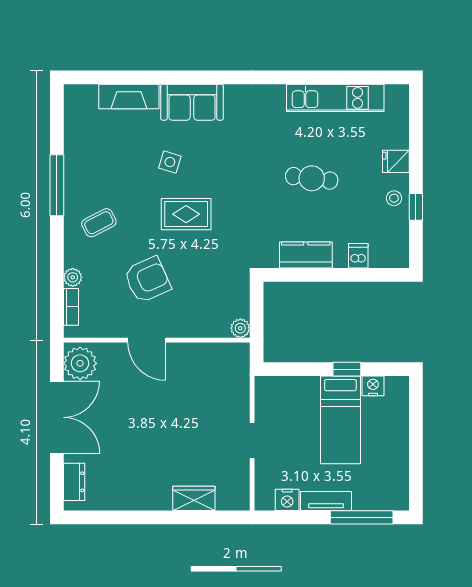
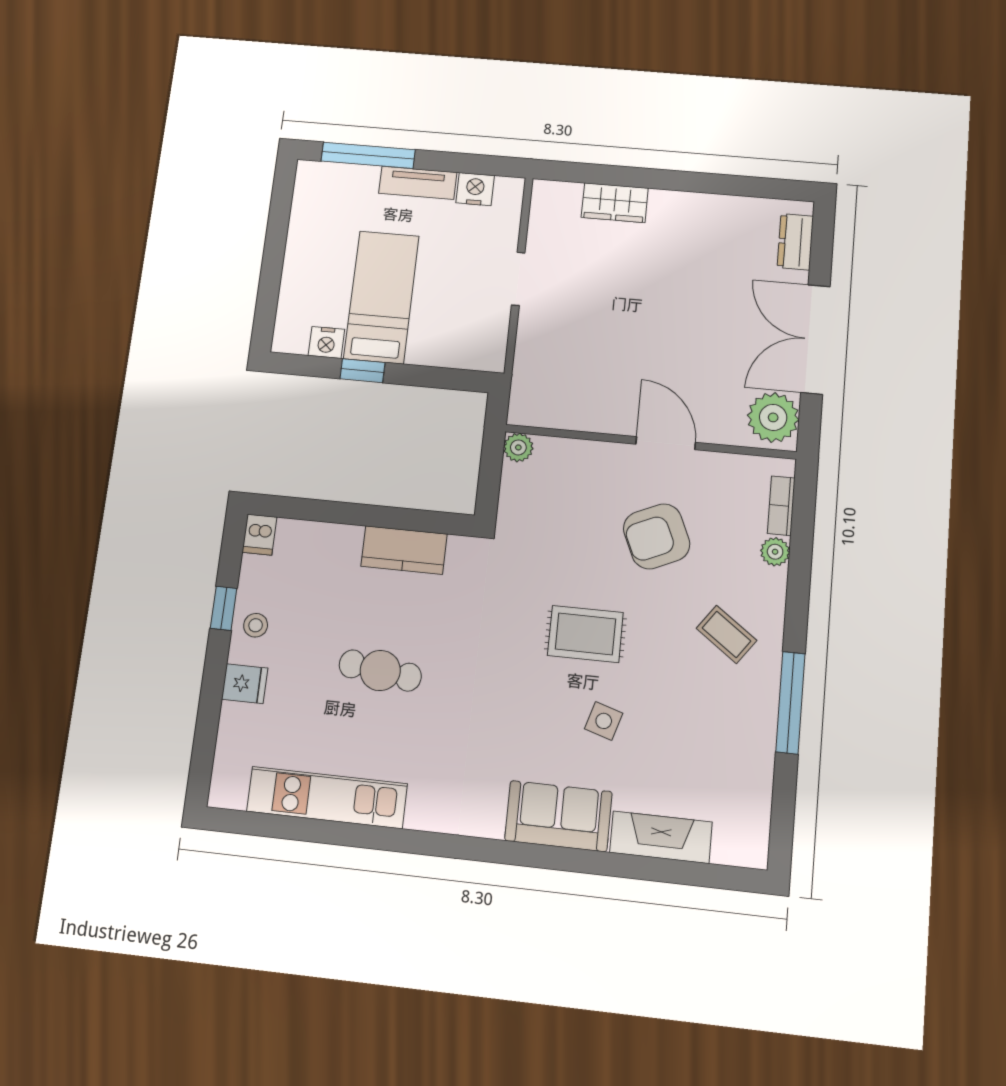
coffee table: (99, 223) -> (727, 634), turned 63
dishwasher: (358, 256) -> (259, 535), moved

